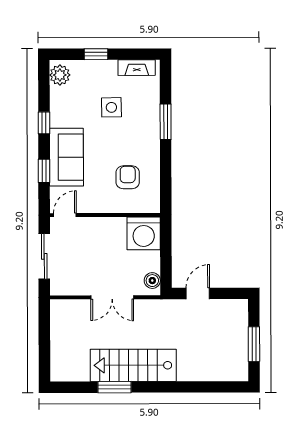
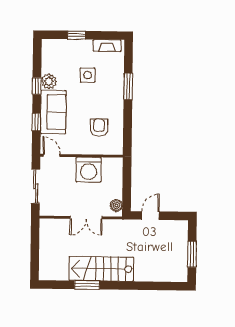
plant: (60, 75) -> (49, 81), moved
door: (65, 215) -> (52, 155), hinge flipped
washing machine: (144, 233) -> (89, 170), moved

